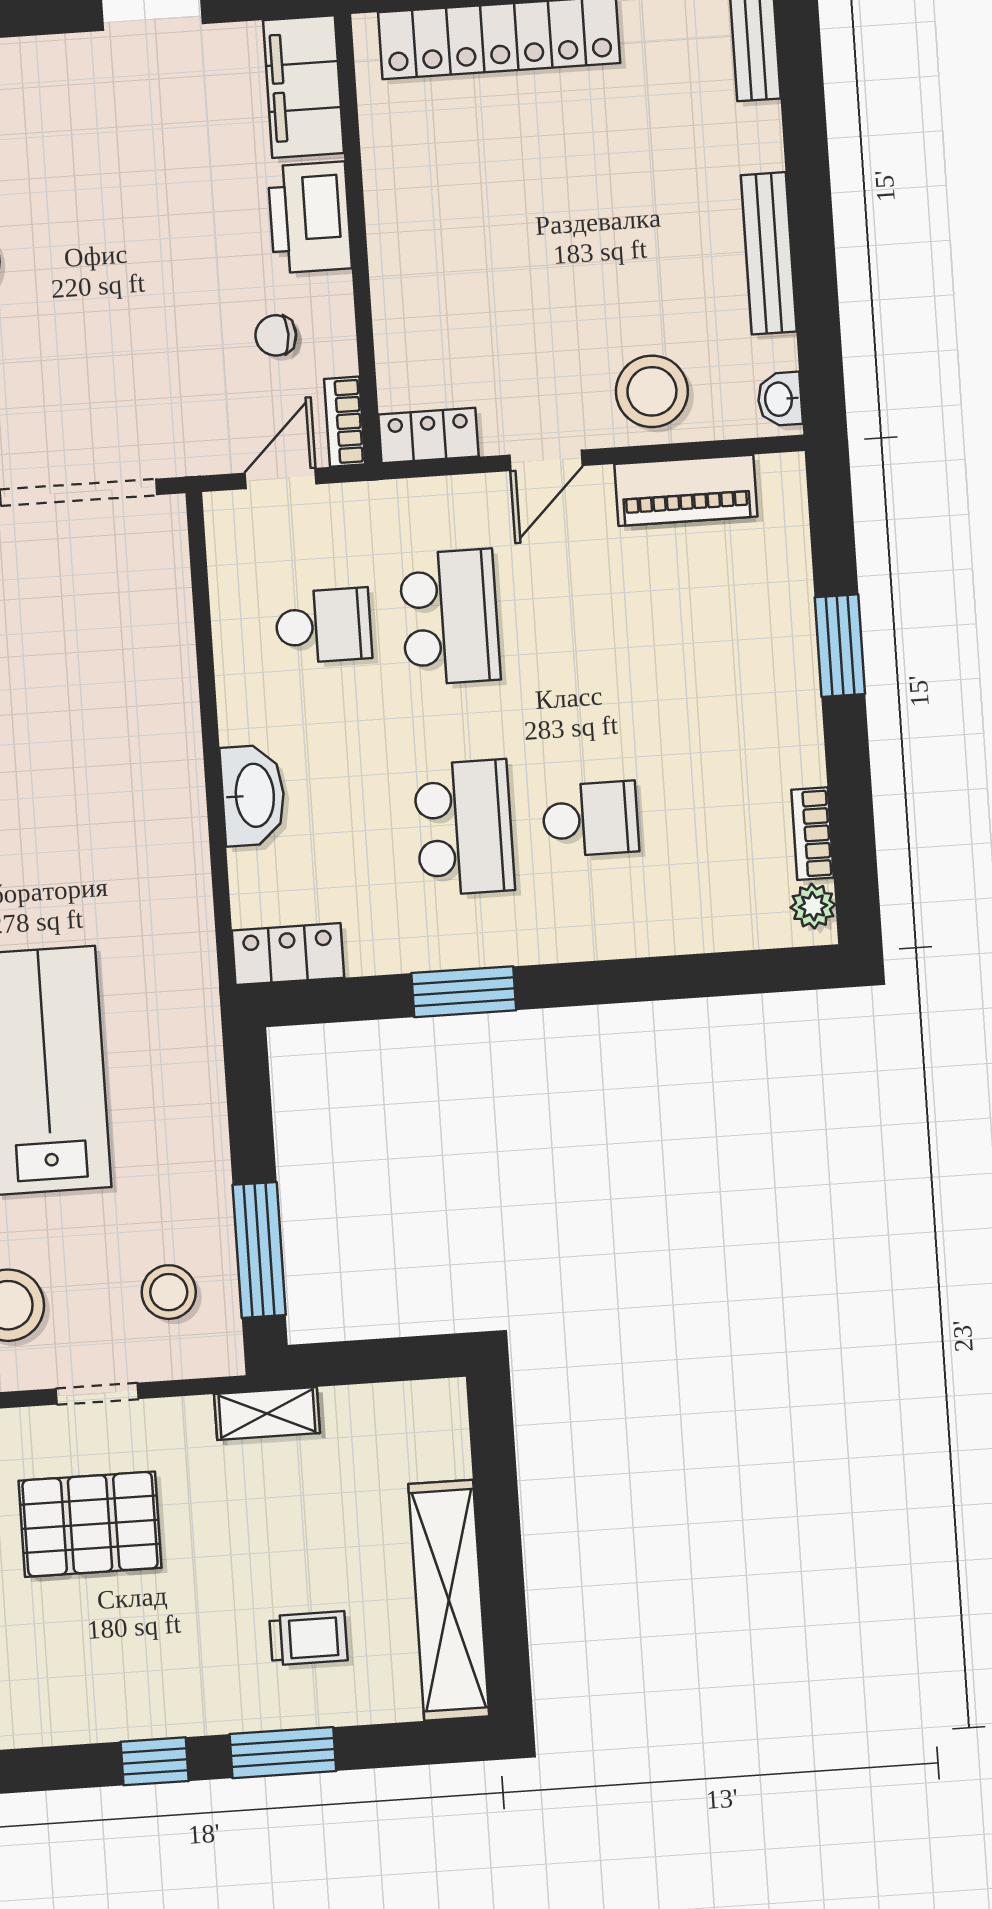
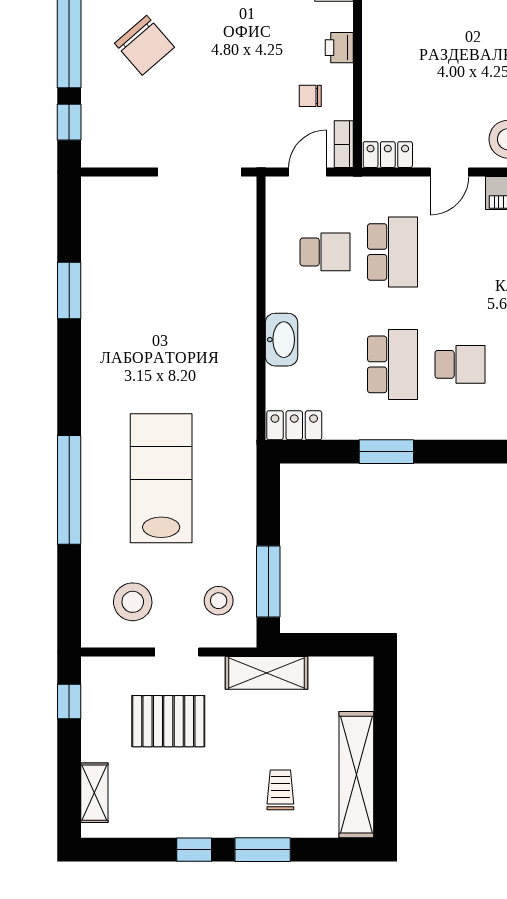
printer: (310, 217) -> (339, 48), width x0.53, depth x0.68
shelving: (267, 1414) -> (266, 673), width x1.50, depth x1.33
trolley: (308, 1638) -> (280, 790), turned -90

